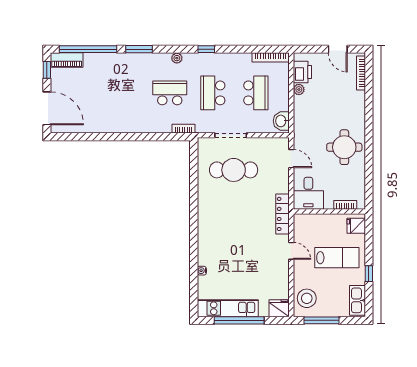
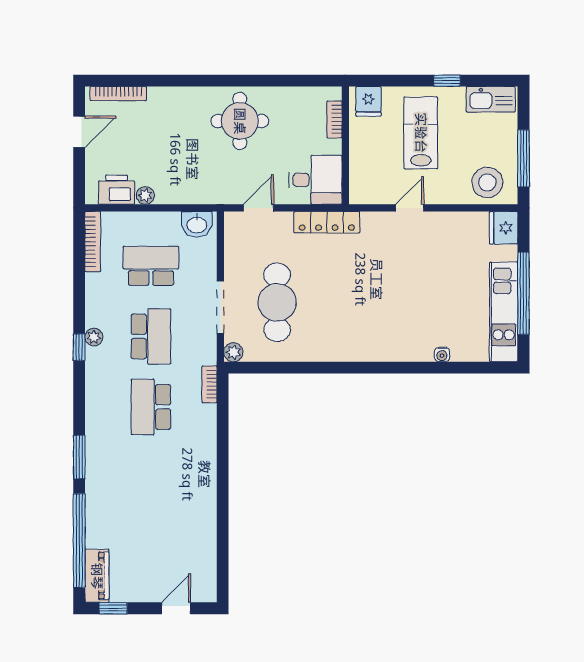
plant: (177, 58) -> (94, 337), moved
school desk: (213, 93) -> (151, 336), turned -90
door: (47, 108) -> (176, 608), width x0.53
plant: (203, 143) -> (233, 352), added
locker: (282, 214) -> (327, 222), moved

